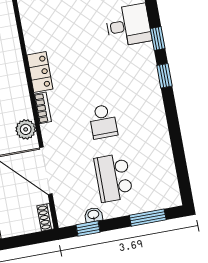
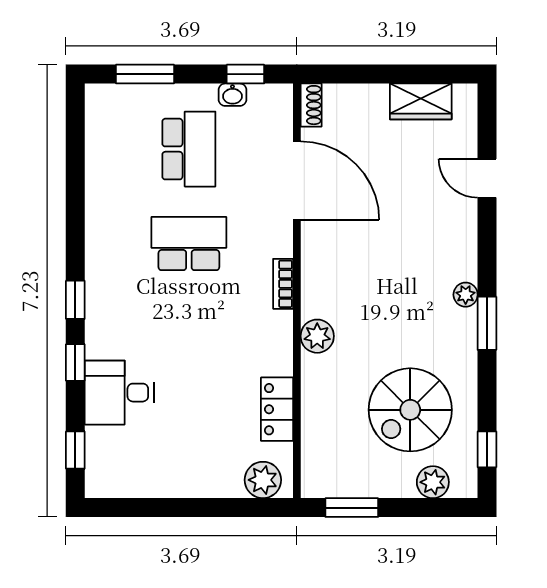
locker: (40, 72) -> (277, 409), moved
school desk: (103, 122) -> (189, 244), width x1.85
plant: (26, 129) -> (317, 336), moved

